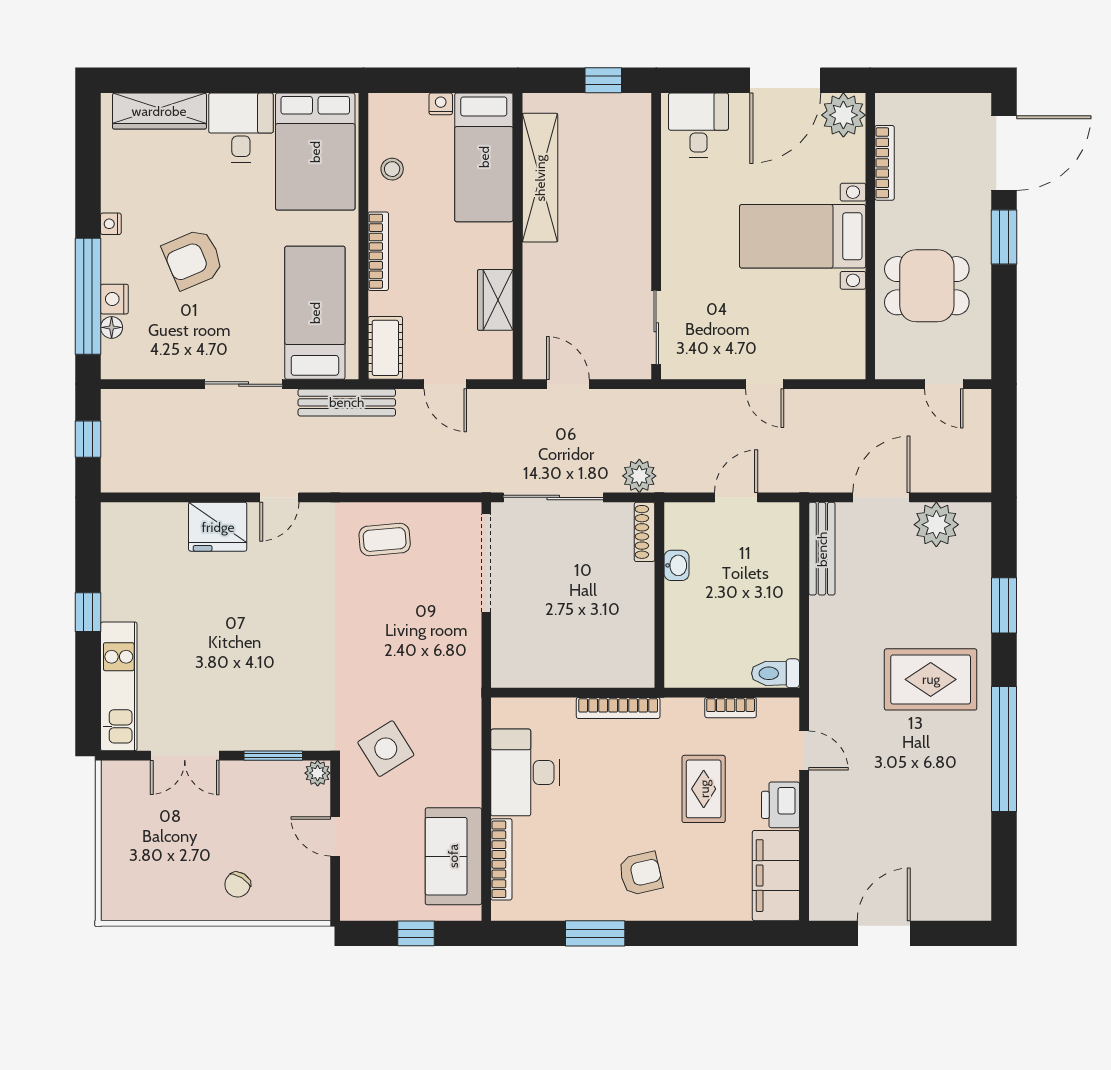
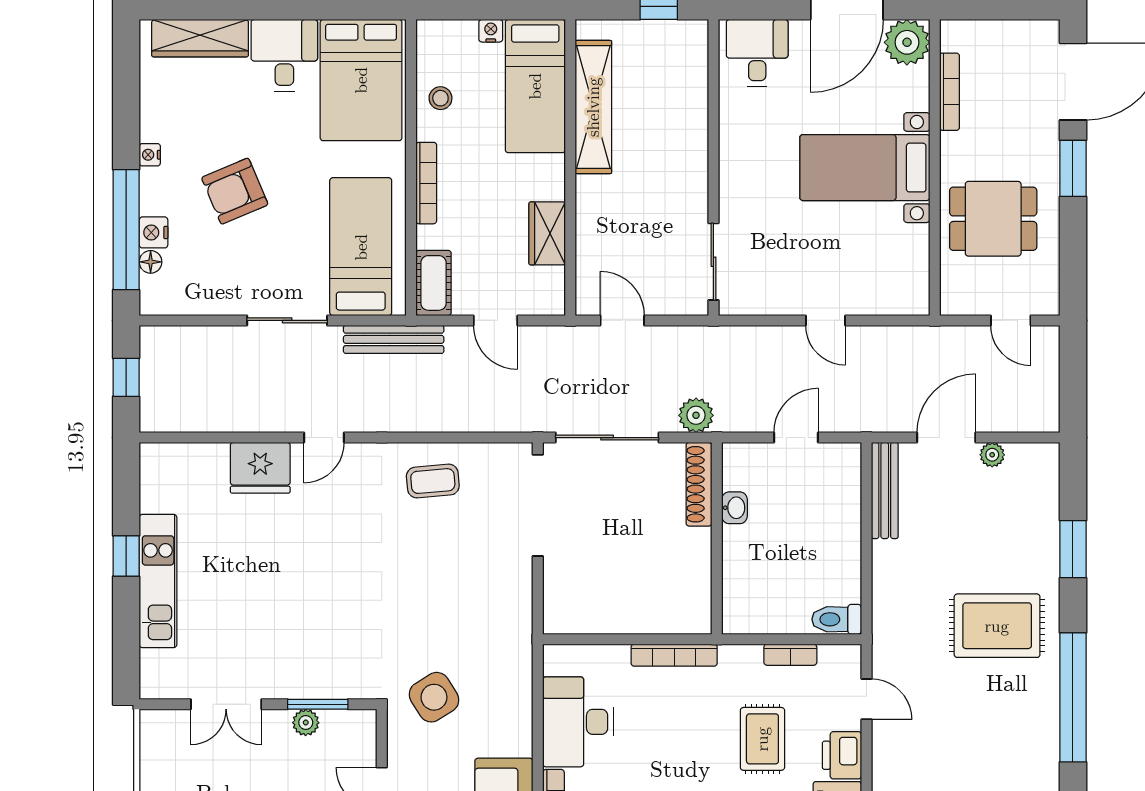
plant: (936, 525) -> (992, 455), width x0.53, depth x0.53
shoe rack: (645, 532) -> (699, 484), width x1.36, depth x1.24
kitchen unit: (119, 686) -> (158, 581), moved
plant: (318, 773) -> (306, 723), moved

